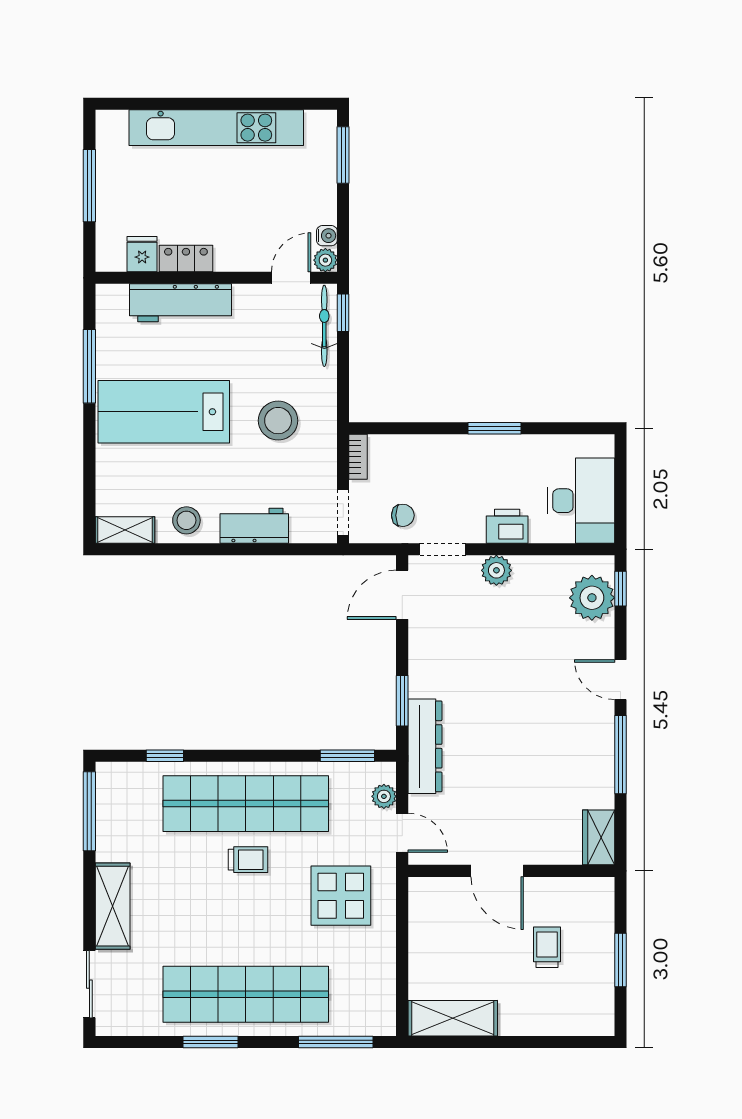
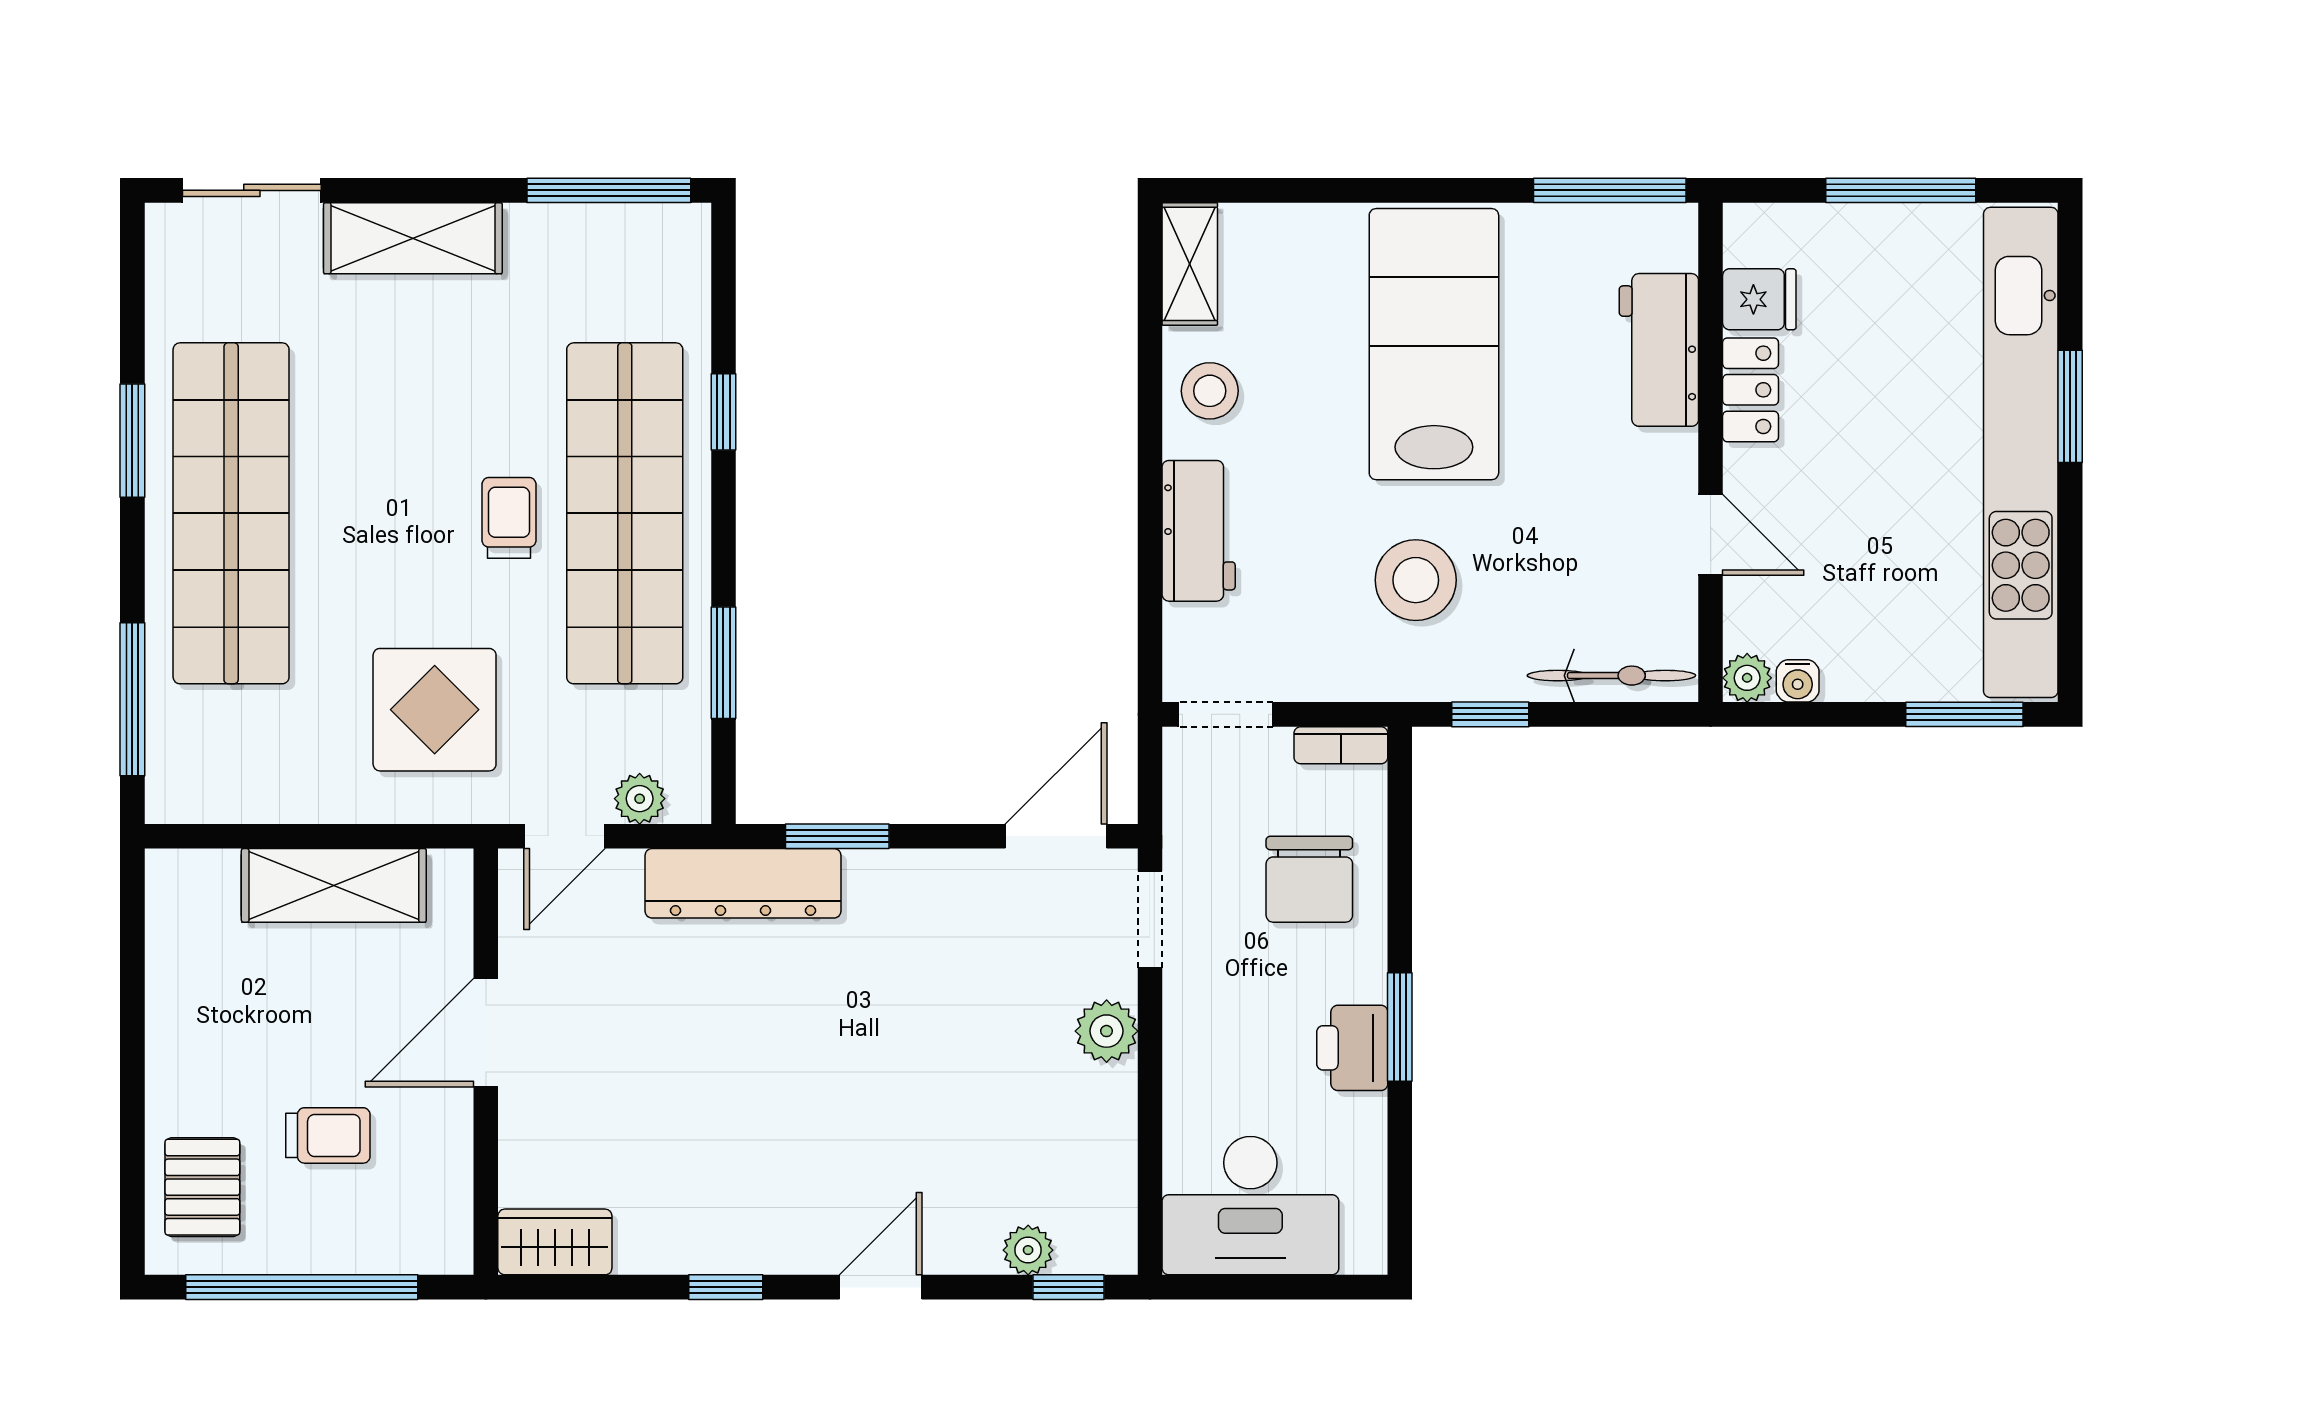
window: (194, 104) -> (2070, 406), added
kitchen unit: (216, 128) -> (2021, 452), width x1.36
door: (291, 278) -> (1711, 535), moved
workbench: (181, 303) -> (1659, 350), width x0.73
window: (343, 313) -> (1490, 714), moved
window: (89, 366) -> (1610, 190), moved
chair: (403, 515) -> (1309, 879), moved, width x1.87, depth x1.87
printer: (507, 526) -> (1352, 1048), moved, turned 180
door: (402, 595) -> (1056, 836), hinge flipped
plant: (592, 598) -> (1028, 1250), width x0.53, depth x0.53
window: (620, 755) -> (726, 1287), width x0.46
window: (165, 756) -> (723, 412), moved
window: (347, 756) -> (723, 663), moved
trolley: (248, 860) -> (509, 518), turned 180
window: (620, 960) -> (302, 1287), width x2.11
pallet: (572, 1008) -> (202, 1187), added
shelving: (453, 1018) -> (334, 885), moved, turned 90

